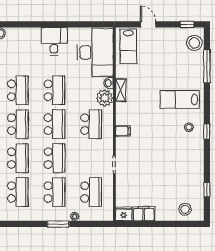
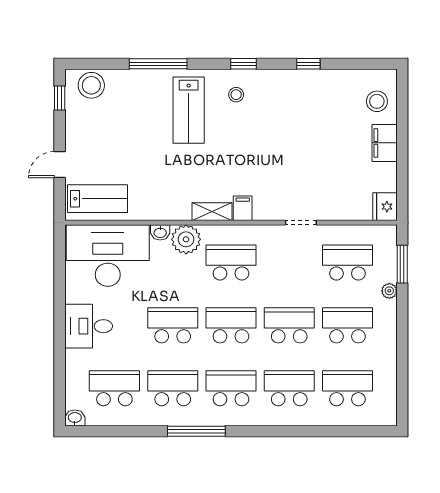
school desk: (18, 56) -> (114, 388), added
window: (207, 66) -> (158, 64), moved
shelving: (121, 90) -> (212, 212), moved
window: (207, 190) -> (308, 64), moved
filing cabinet: (144, 214) -> (385, 143), moved
window: (58, 224) -> (402, 264), moved

